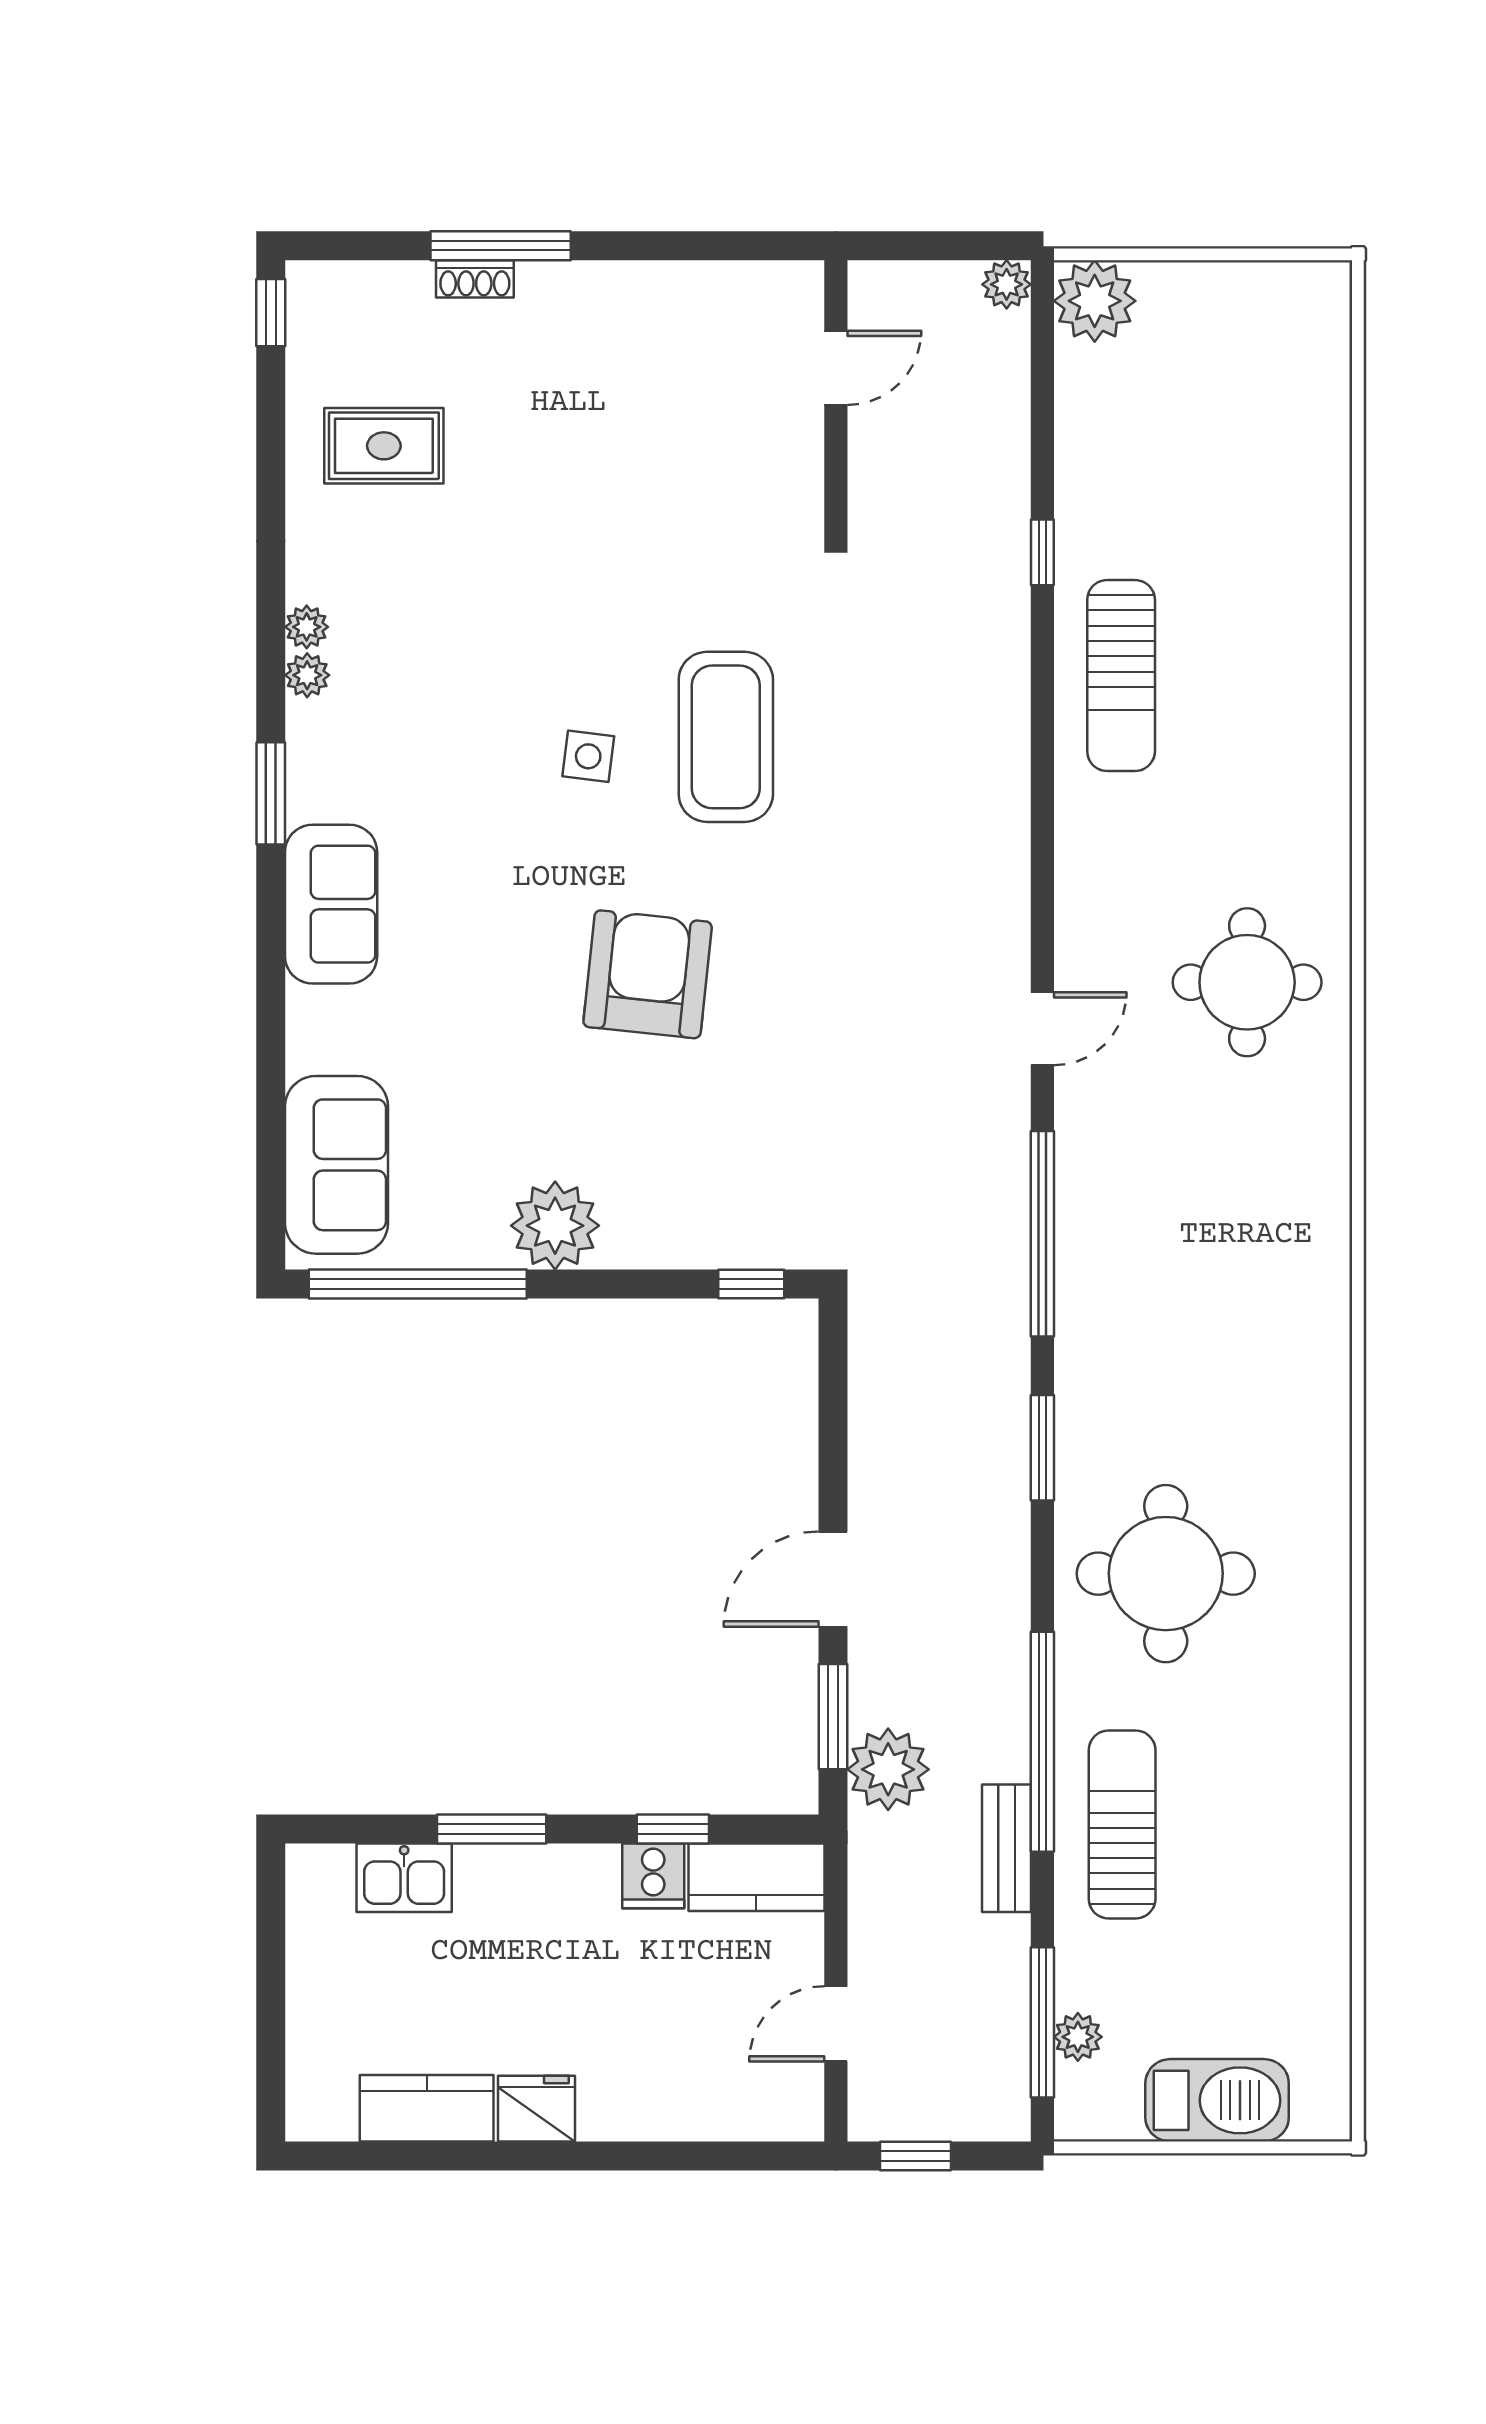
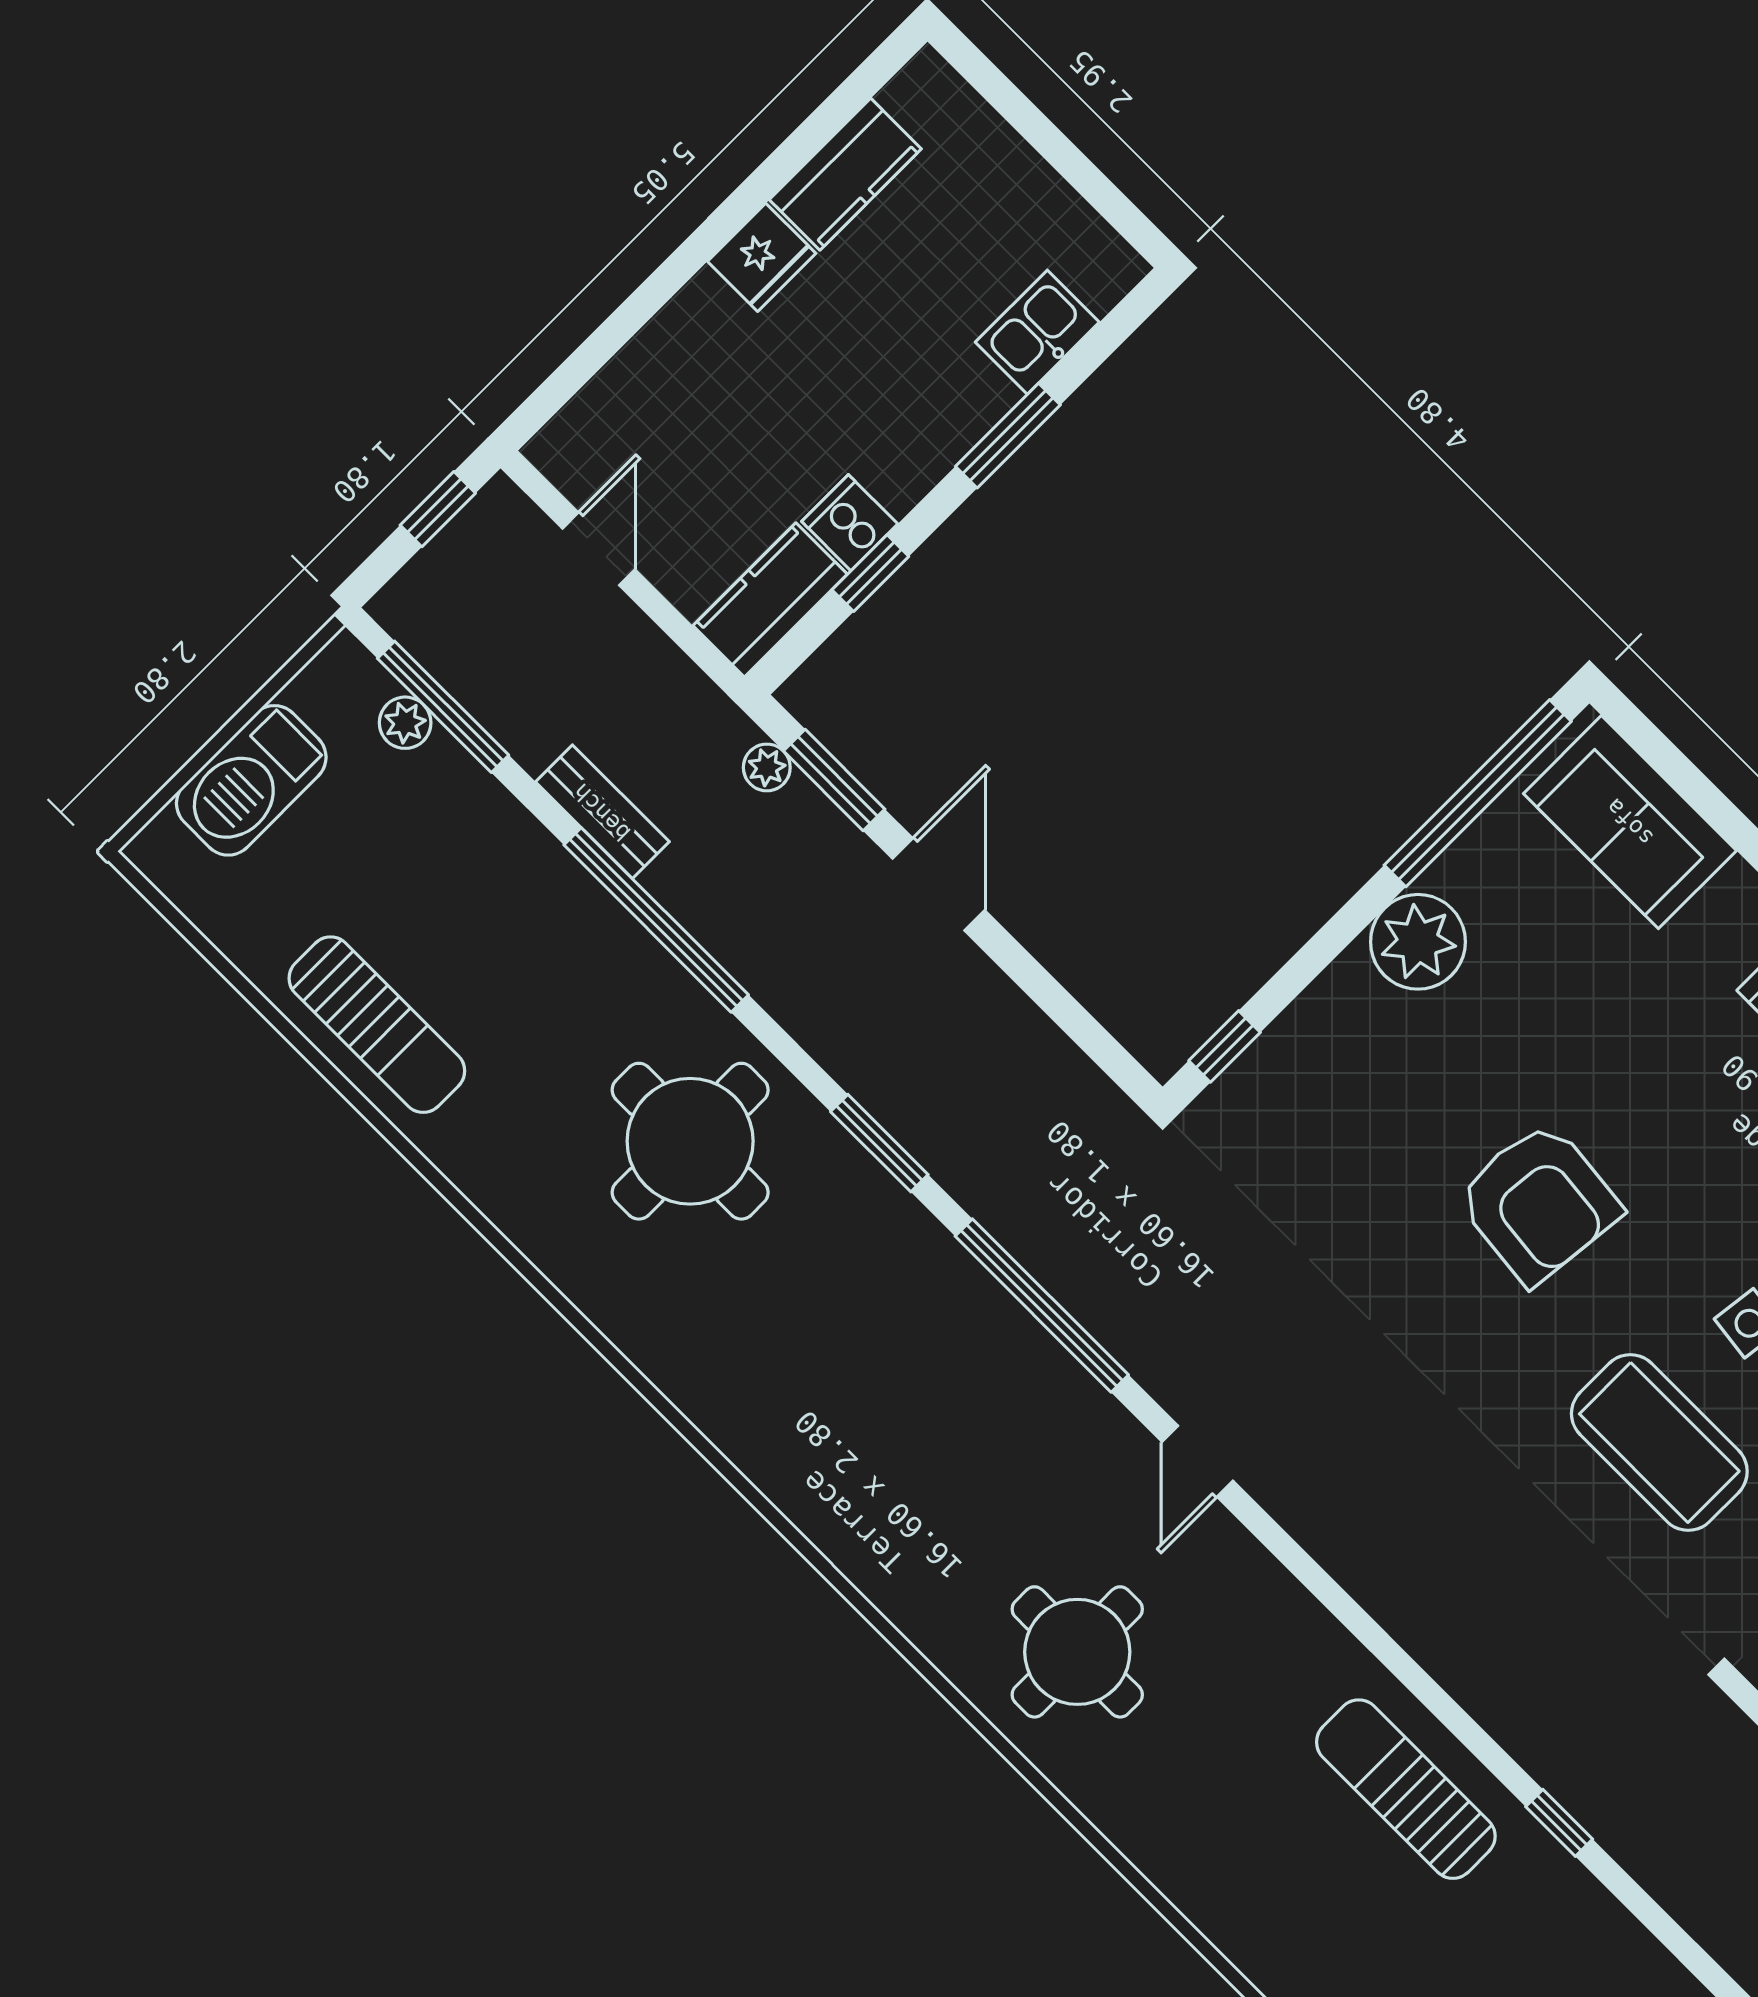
plant: (888, 1769) -> (767, 767), width x0.53, depth x0.53
sun lounger: (1122, 1824) -> (377, 1025), moved

